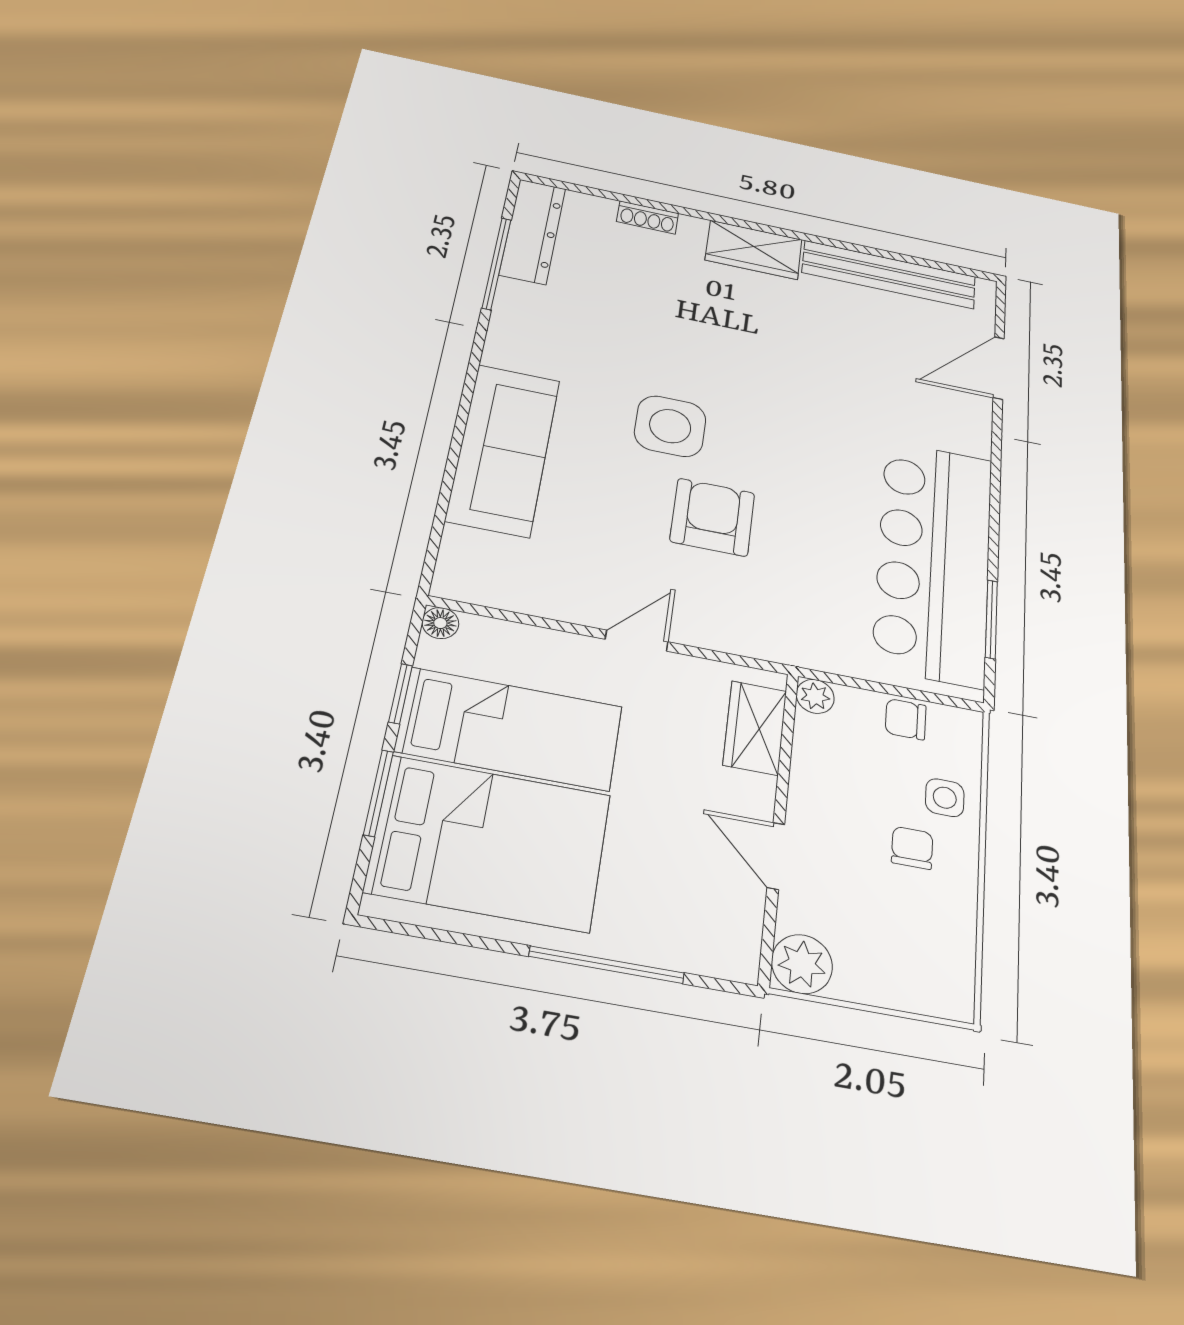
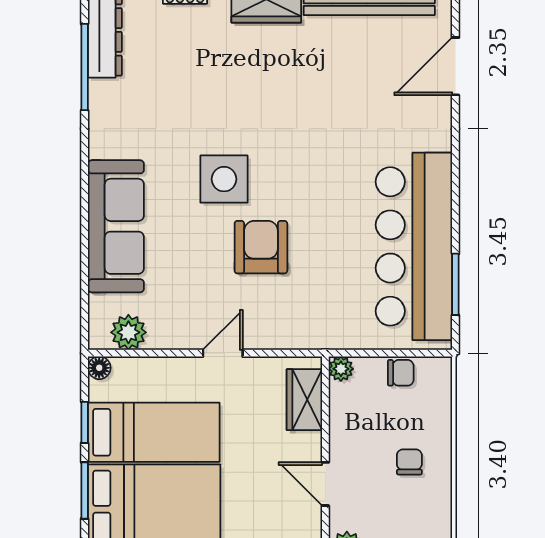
plant: (496, 585) -> (128, 332), added
chair: (906, 719) -> (401, 373), turned 180
side table: (945, 798) -> (429, 423), removed

